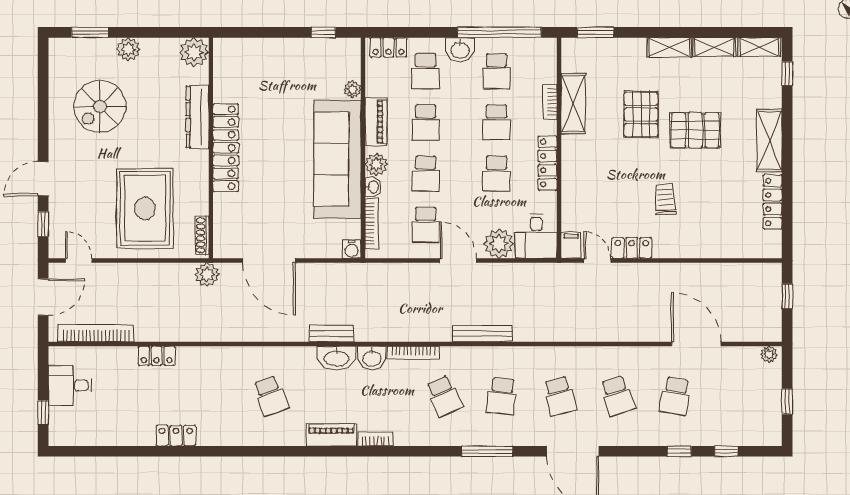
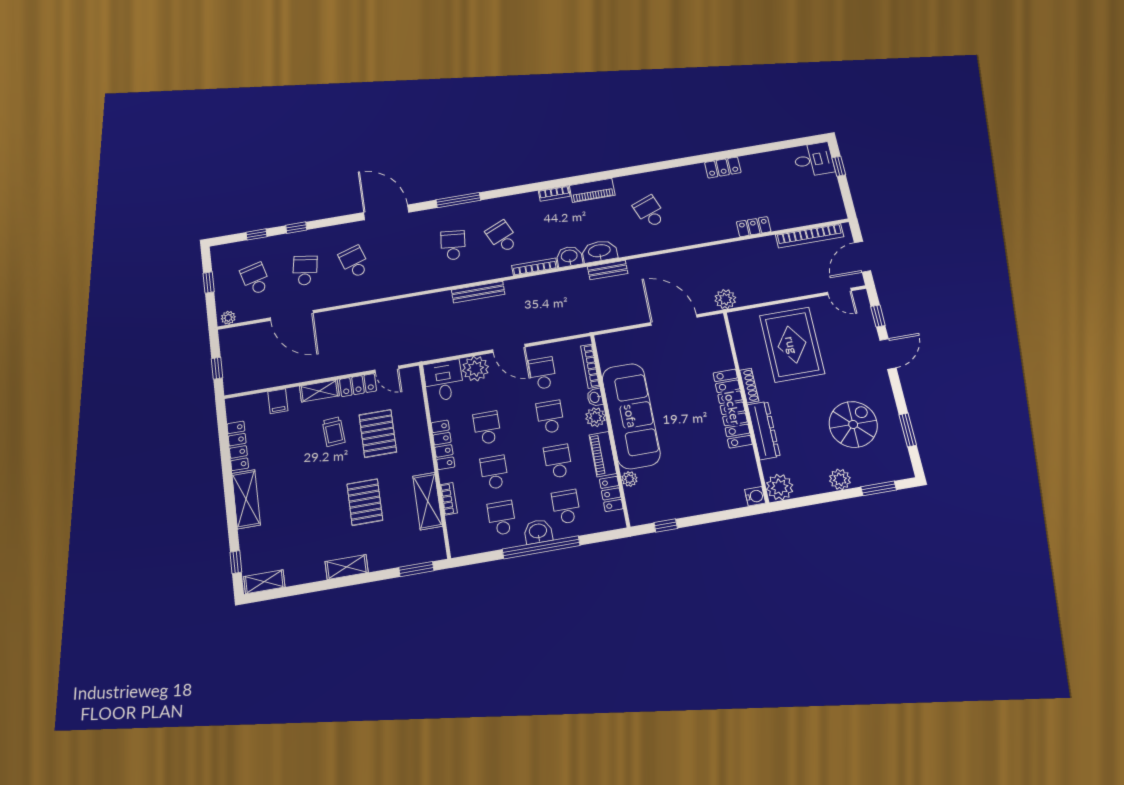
window: (499, 32) -> (541, 547), moved
locker: (388, 47) -> (611, 494), moved, turned -90
shelving: (714, 47) -> (319, 391), moved
window: (43, 90) -> (908, 430), added
pallet: (695, 130) -> (378, 433), moved, turned 90
shoe rack: (202, 235) -> (749, 386), moved
filing cabinet: (571, 245) -> (278, 401), moved
water cooler: (352, 249) -> (755, 496), moved, turned 90
desk: (70, 385) -> (814, 160), moved
school desk: (560, 396) -> (255, 279), moved

